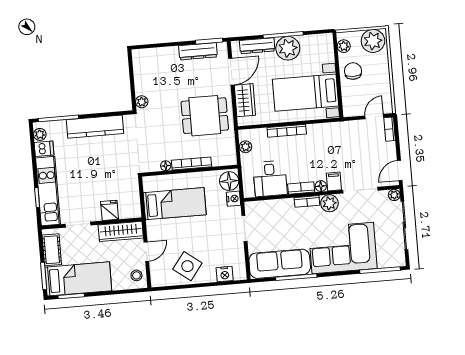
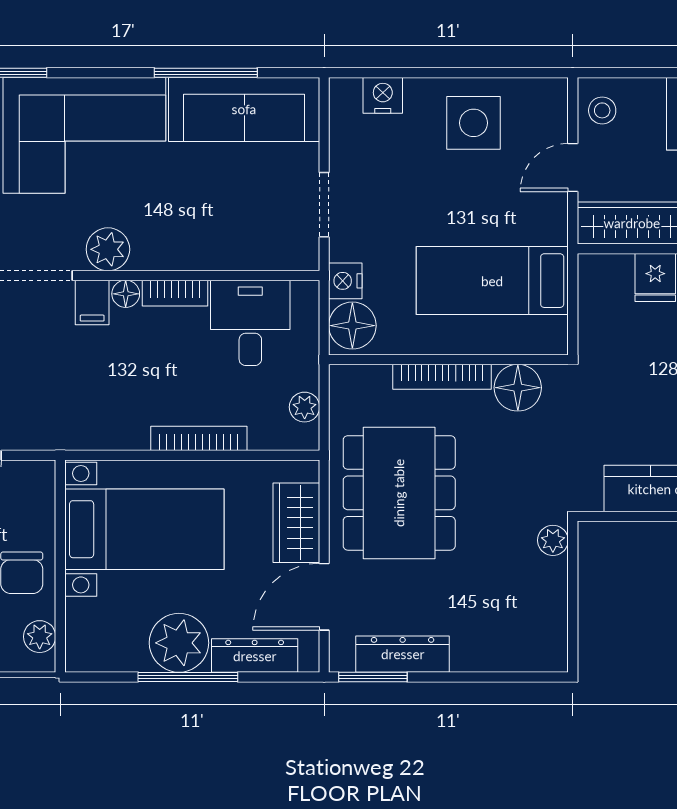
dining table: (205, 116) -> (399, 493), width x1.37
floor lamp: (166, 166) -> (518, 388), width x1.89, depth x1.89
bookcase: (307, 201) -> (163, 259), removed
side table: (187, 266) -> (474, 123), turned -37

